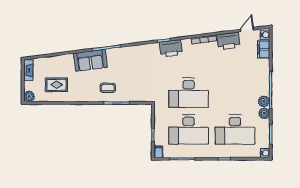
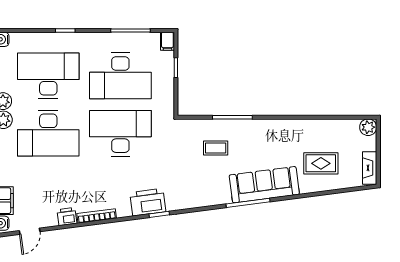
printer: (228, 41) -> (67, 217), width x0.53, depth x0.68
sofa: (90, 60) -> (264, 185), width x1.36
rug: (57, 85) -> (321, 163), moved
coffee table: (108, 88) -> (216, 148), moved
desk: (235, 93) -> (48, 133), added
desk: (189, 130) -> (120, 76), turned 180

